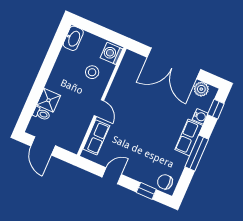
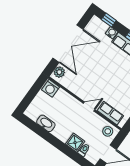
washbasin: (73, 38) -> (46, 123), moved
stool: (92, 72) -> (108, 131), moved
plant: (201, 89) -> (59, 72), moved

